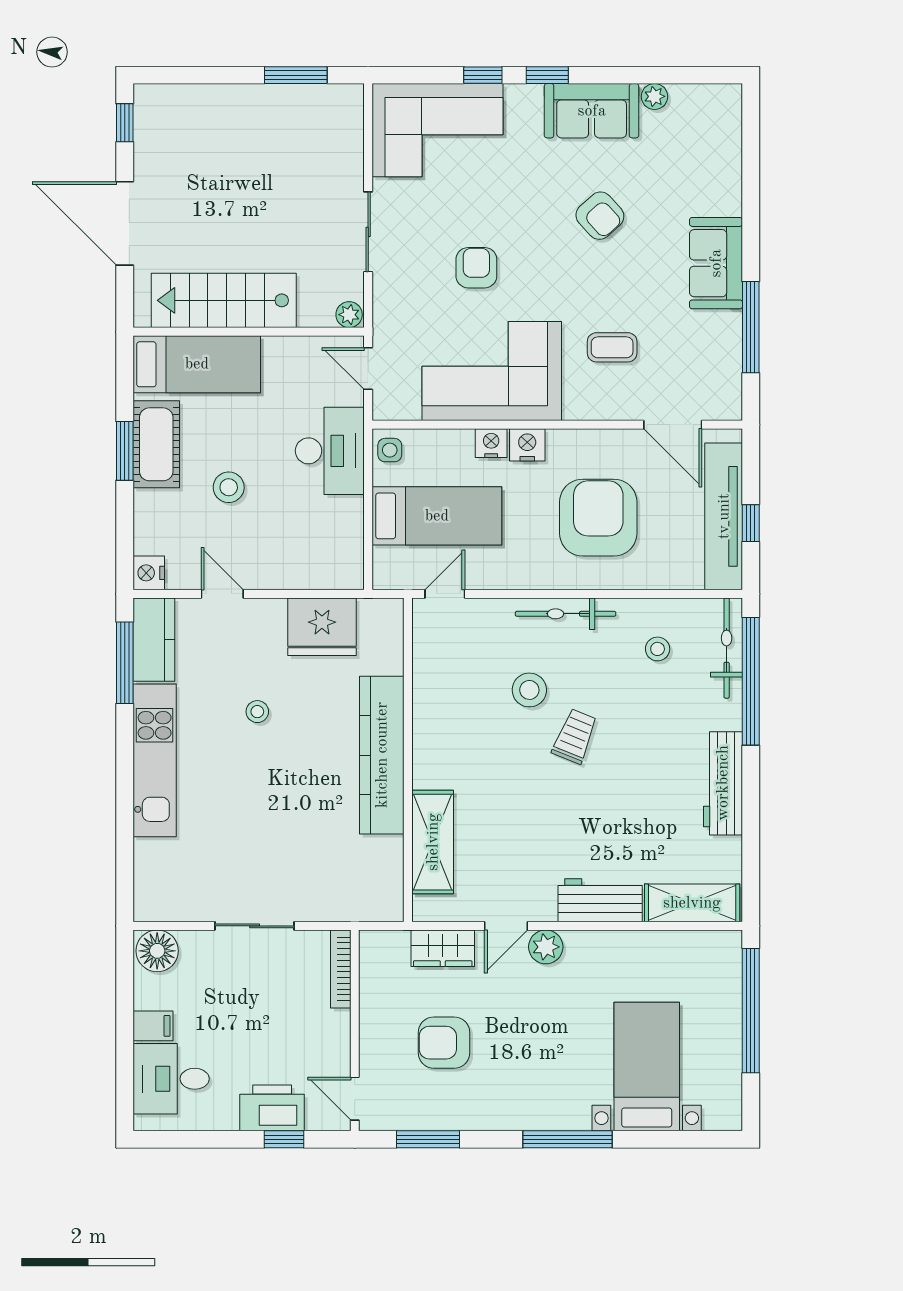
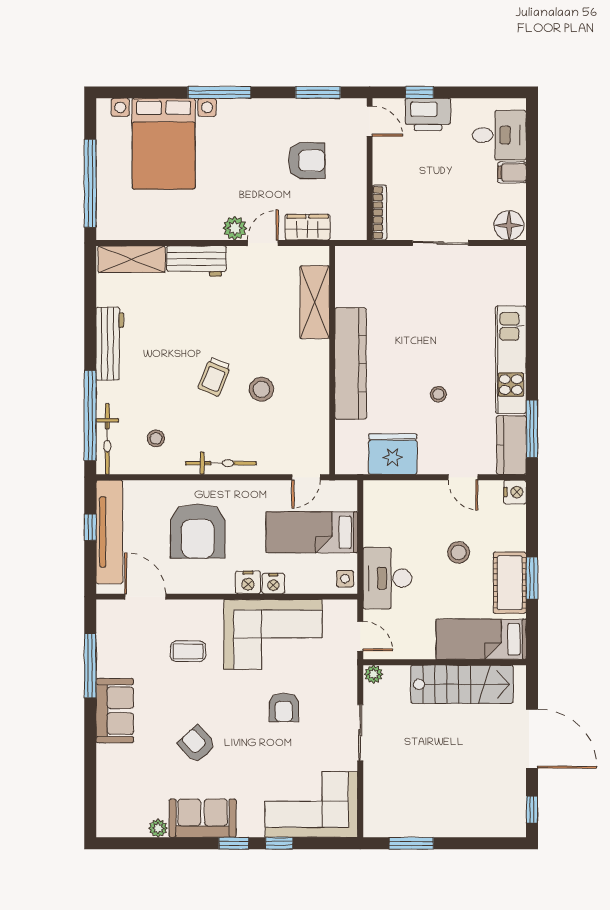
stool: (529, 690) -> (261, 389), moved
bed with nightstands: (647, 1067) -> (164, 144), width x1.36

